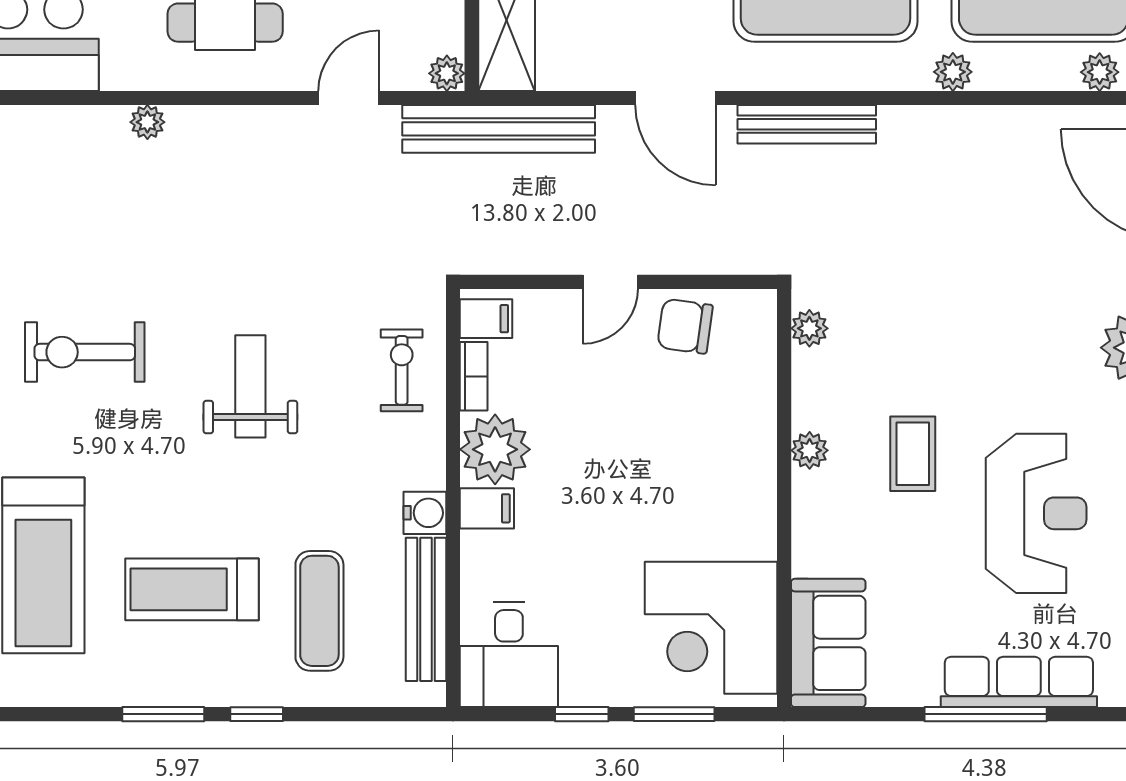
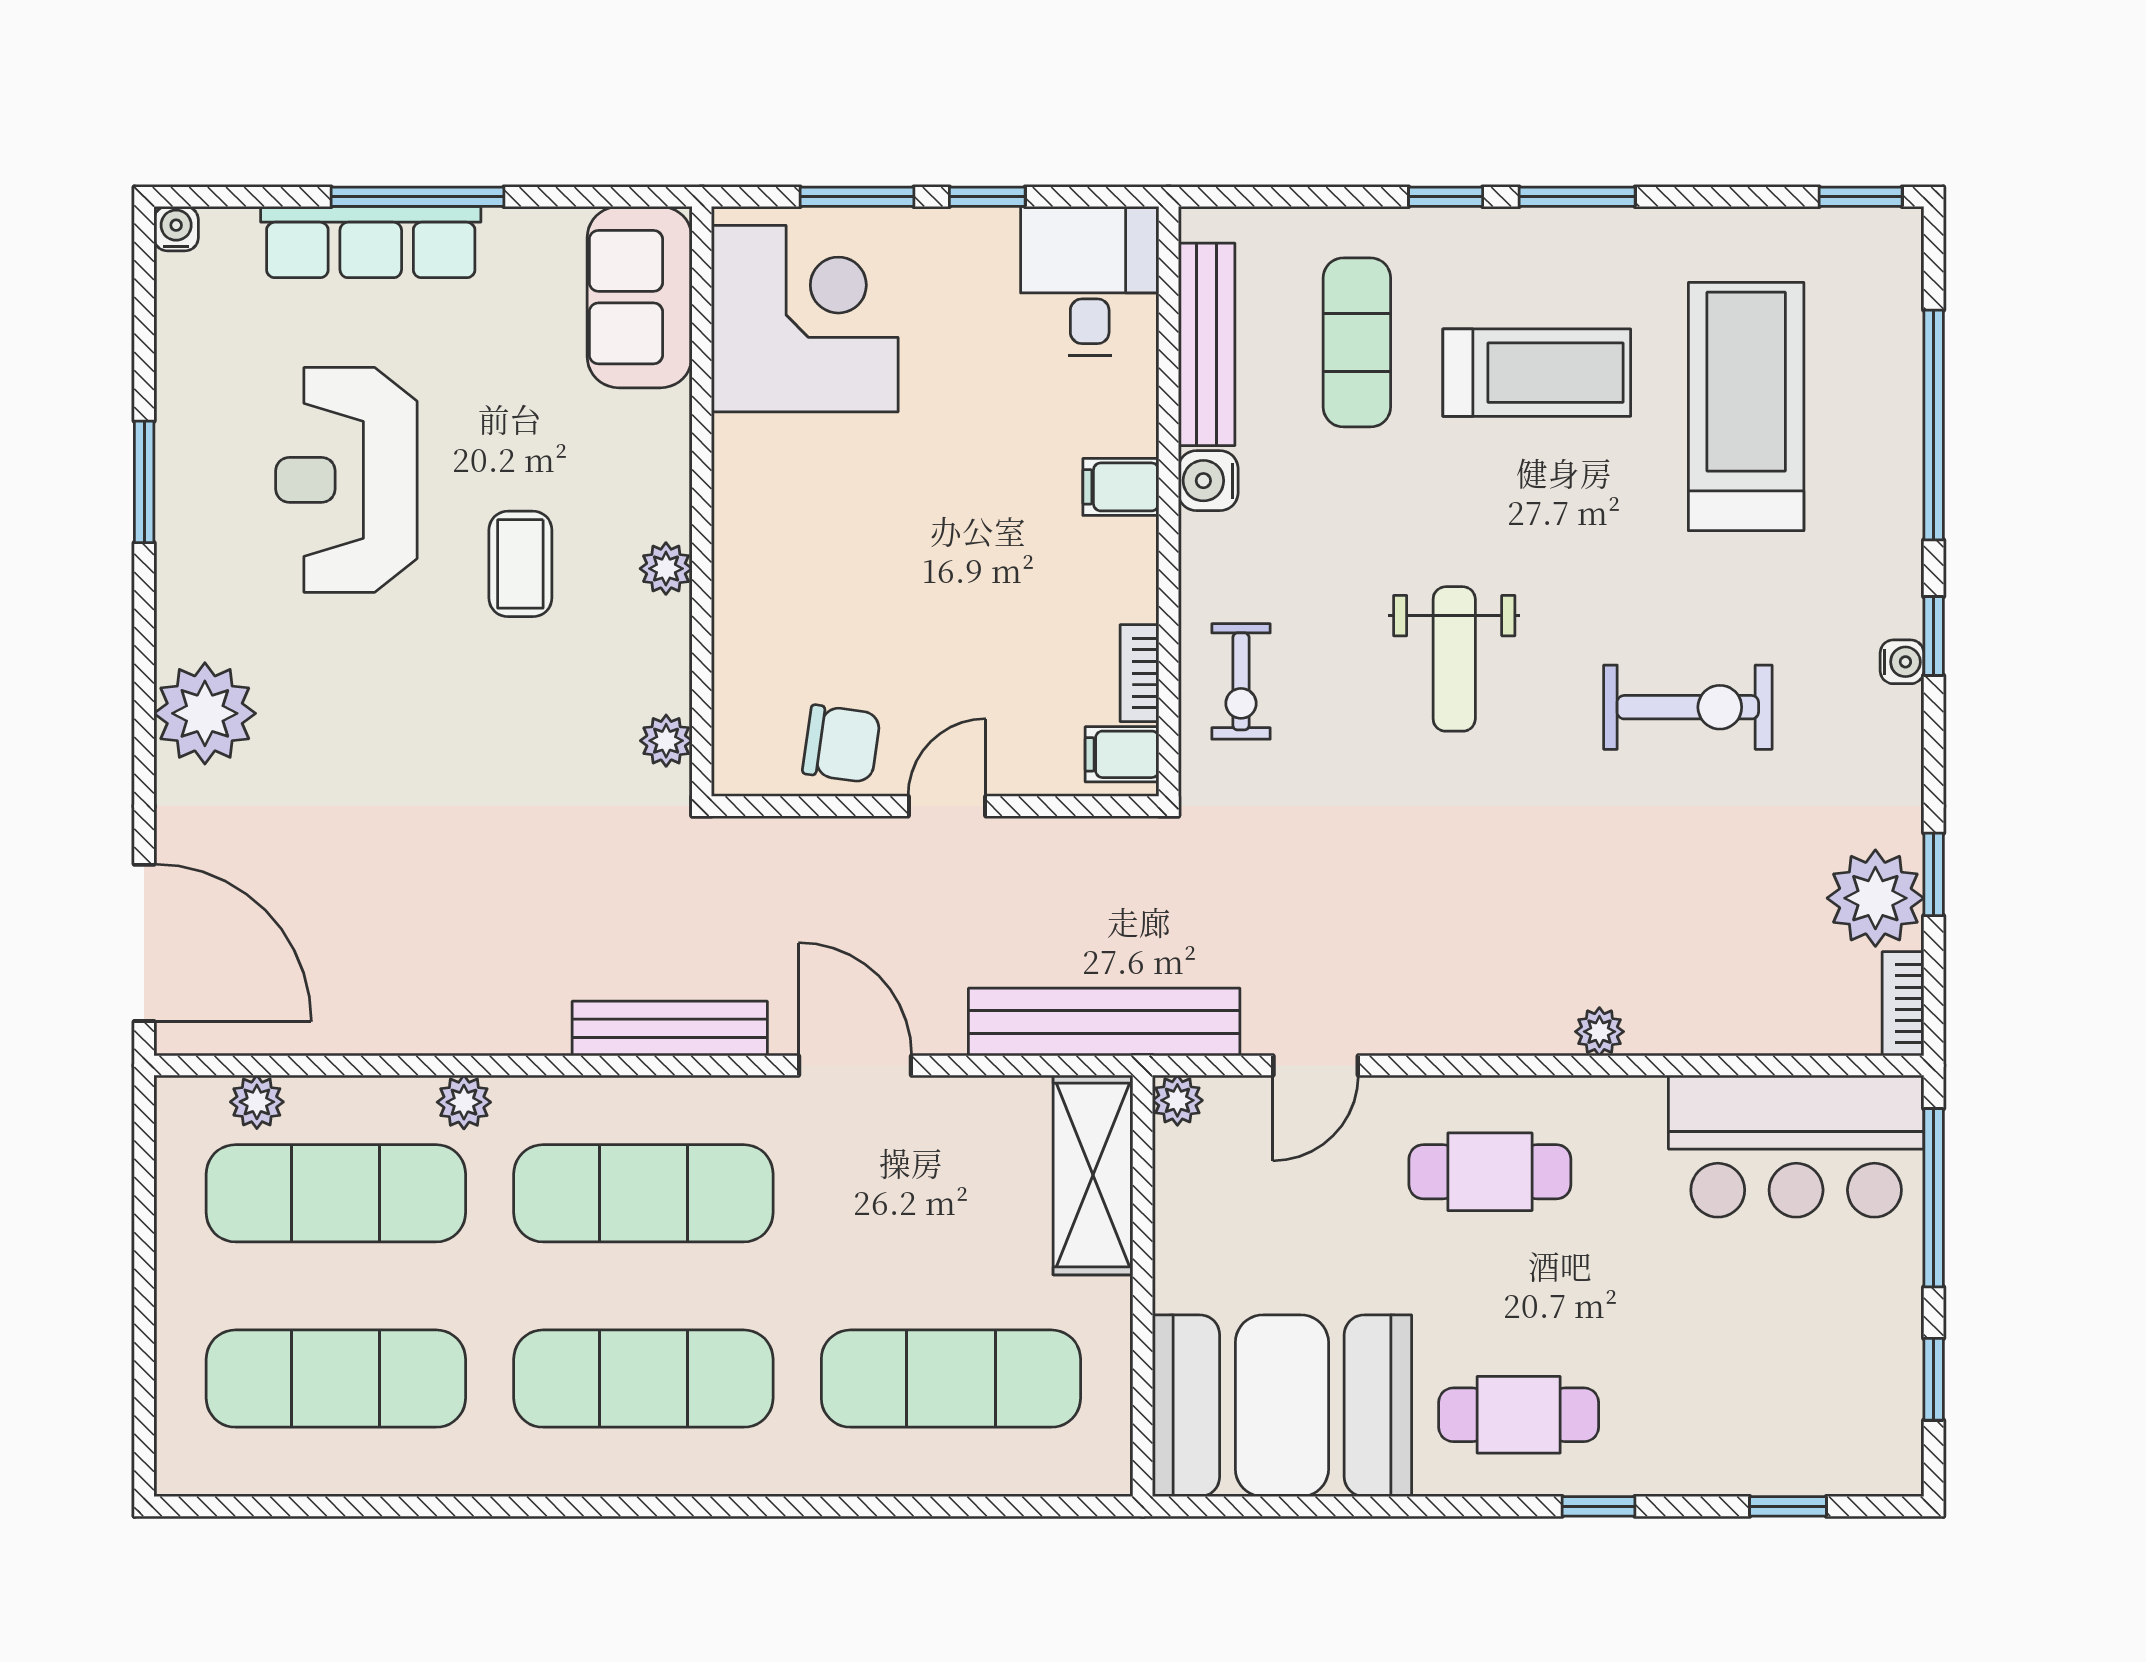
plant: (495, 449) -> (1109, 570), removed

